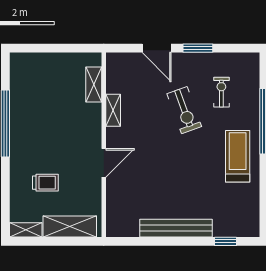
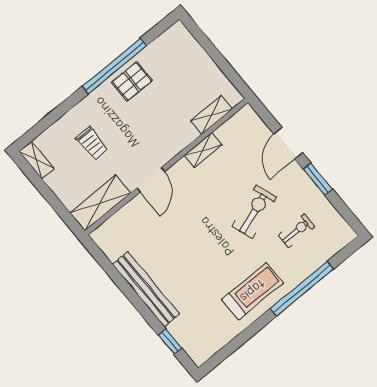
exercise bike: (184, 110) -> (254, 212), turned 180
pallet: (26, 120) -> (132, 81), added
door: (104, 163) -> (151, 180), hinge flipped
shelving: (70, 226) -> (100, 203), moved, turned 90

